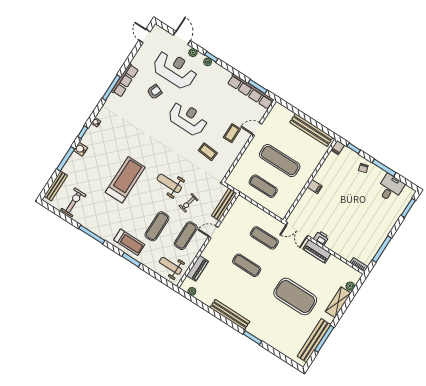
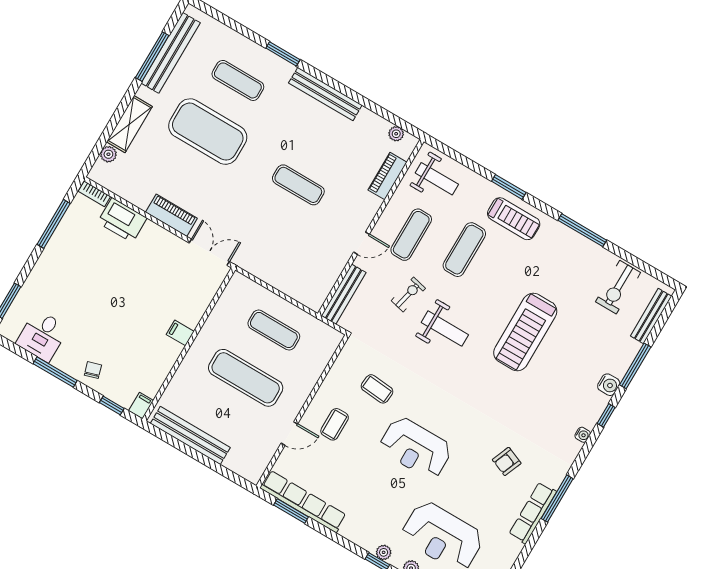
armchair: (154, 92) -> (507, 461), moved
exercise mat: (264, 238) -> (238, 80), moved
printer: (321, 238) -> (122, 220), moved, width x1.87, depth x1.48
treadmill: (129, 242) -> (514, 219), turned 180

